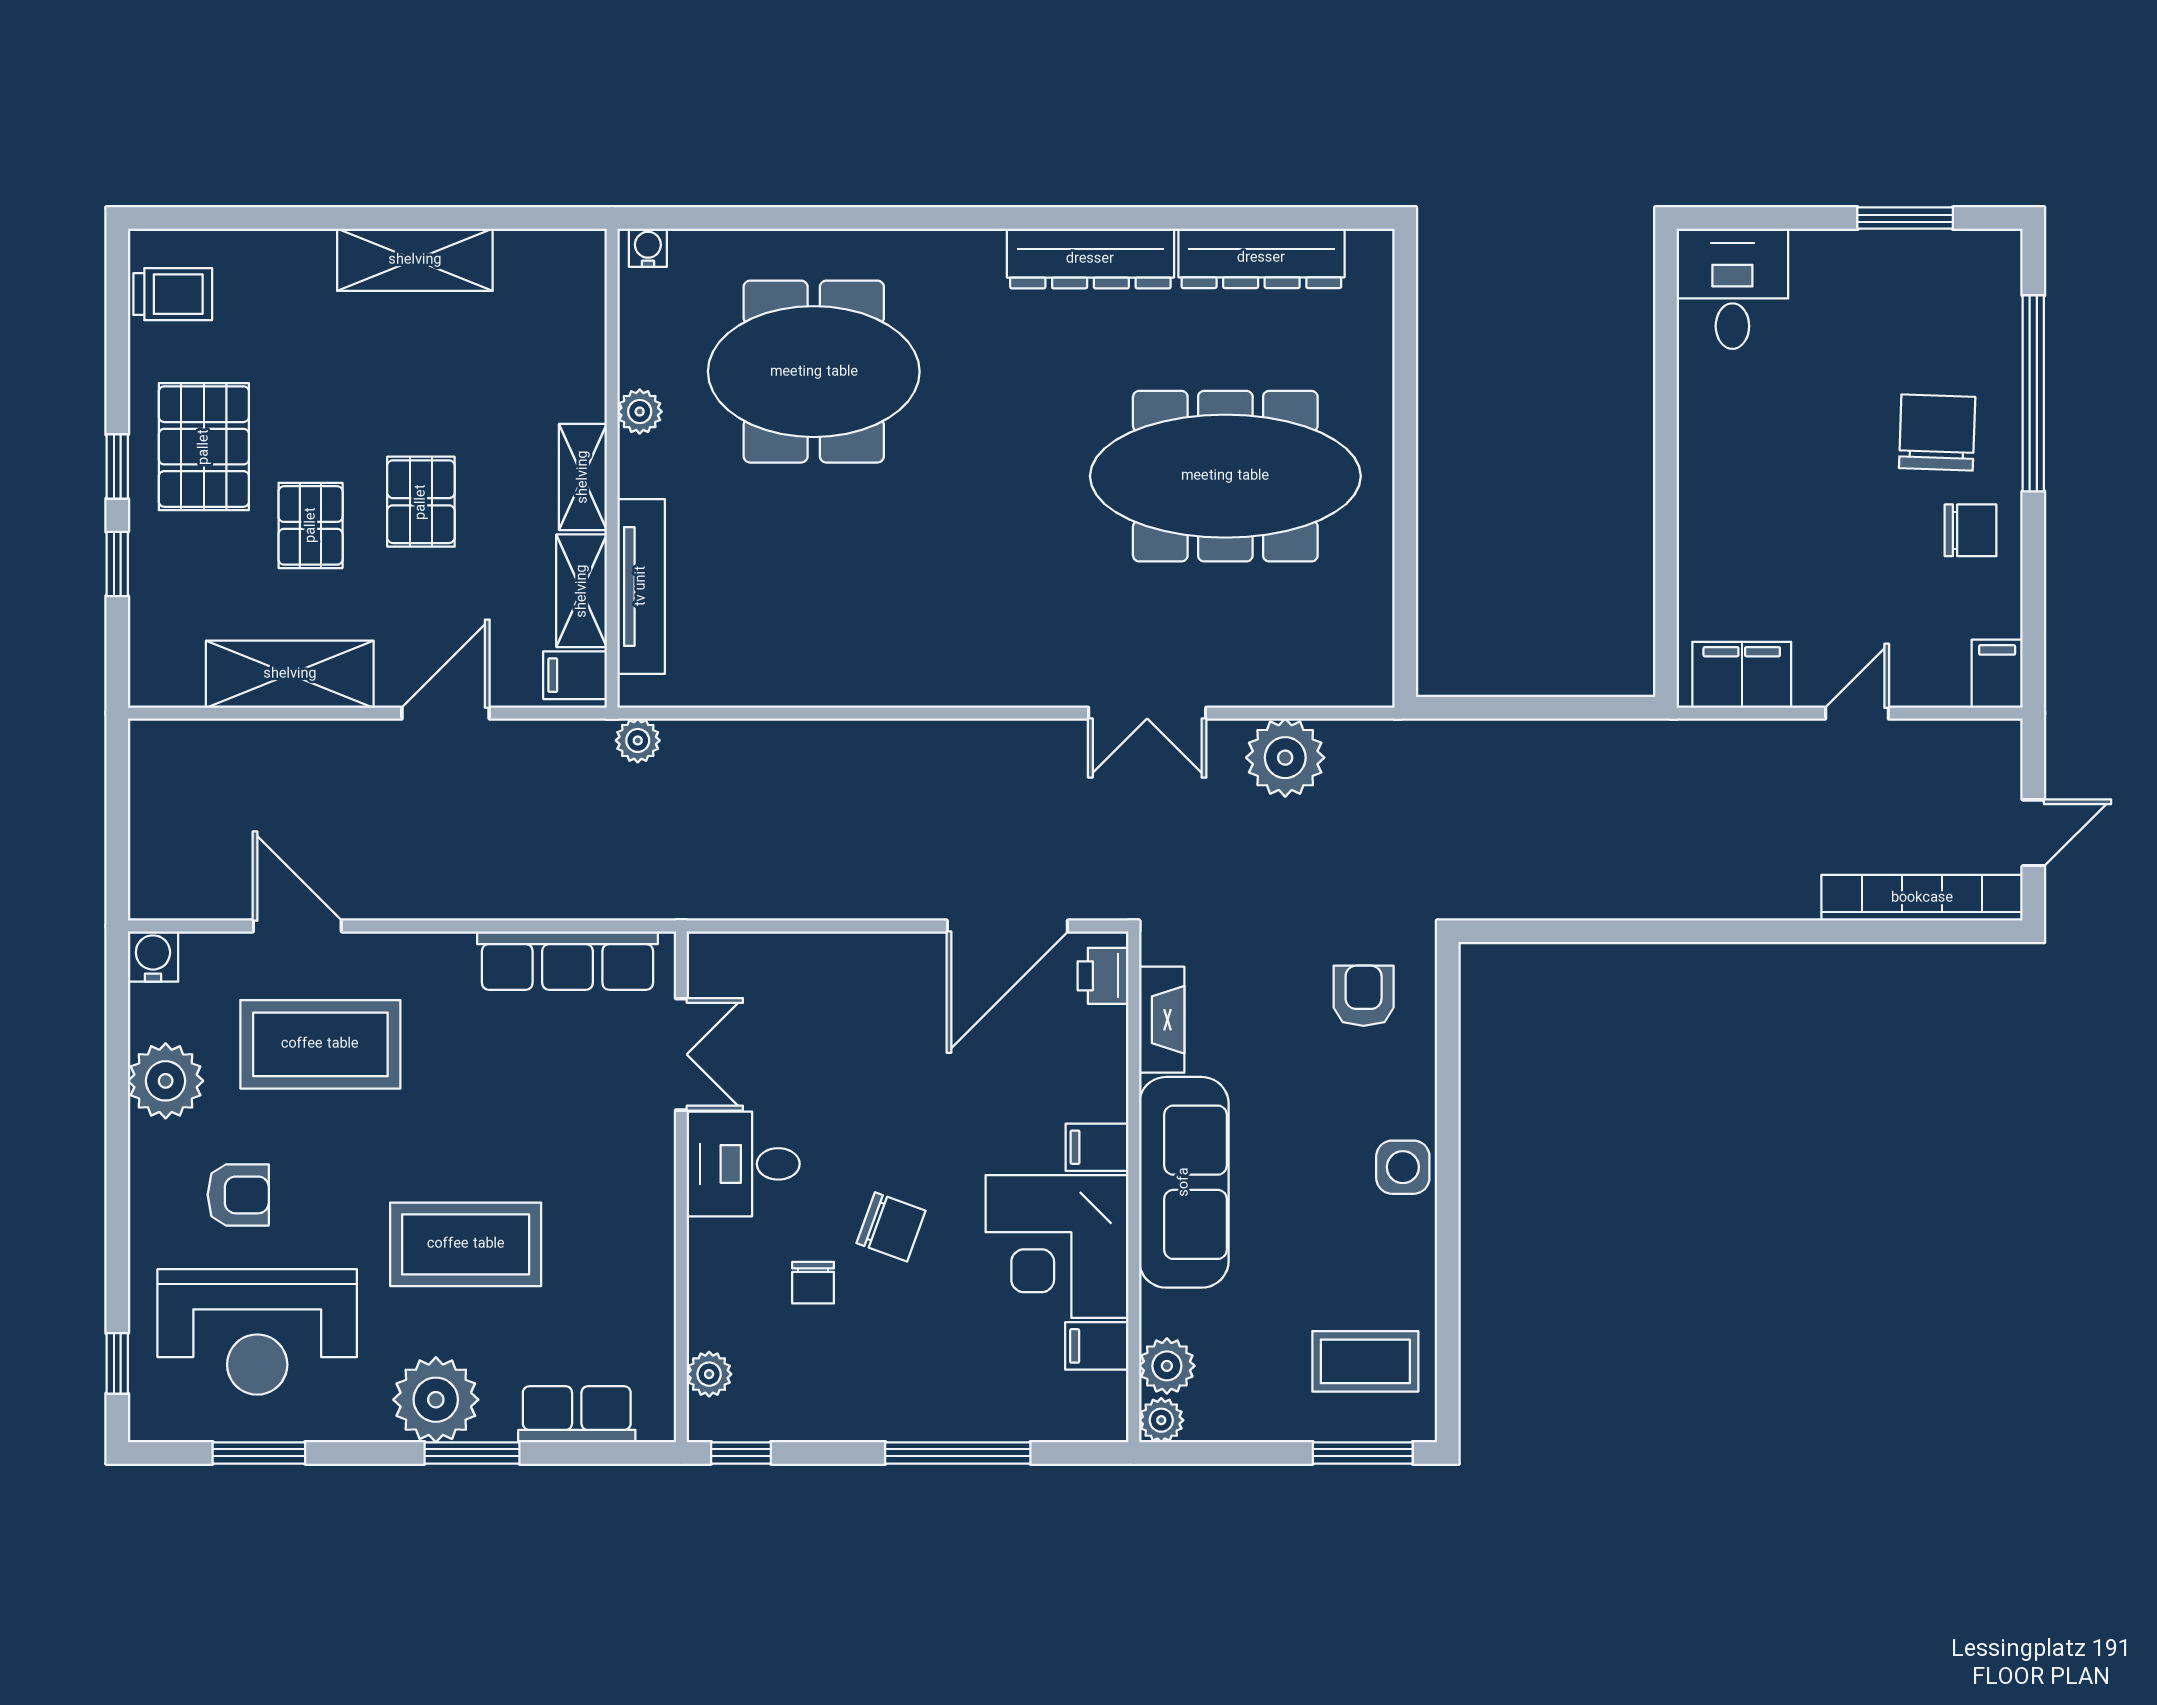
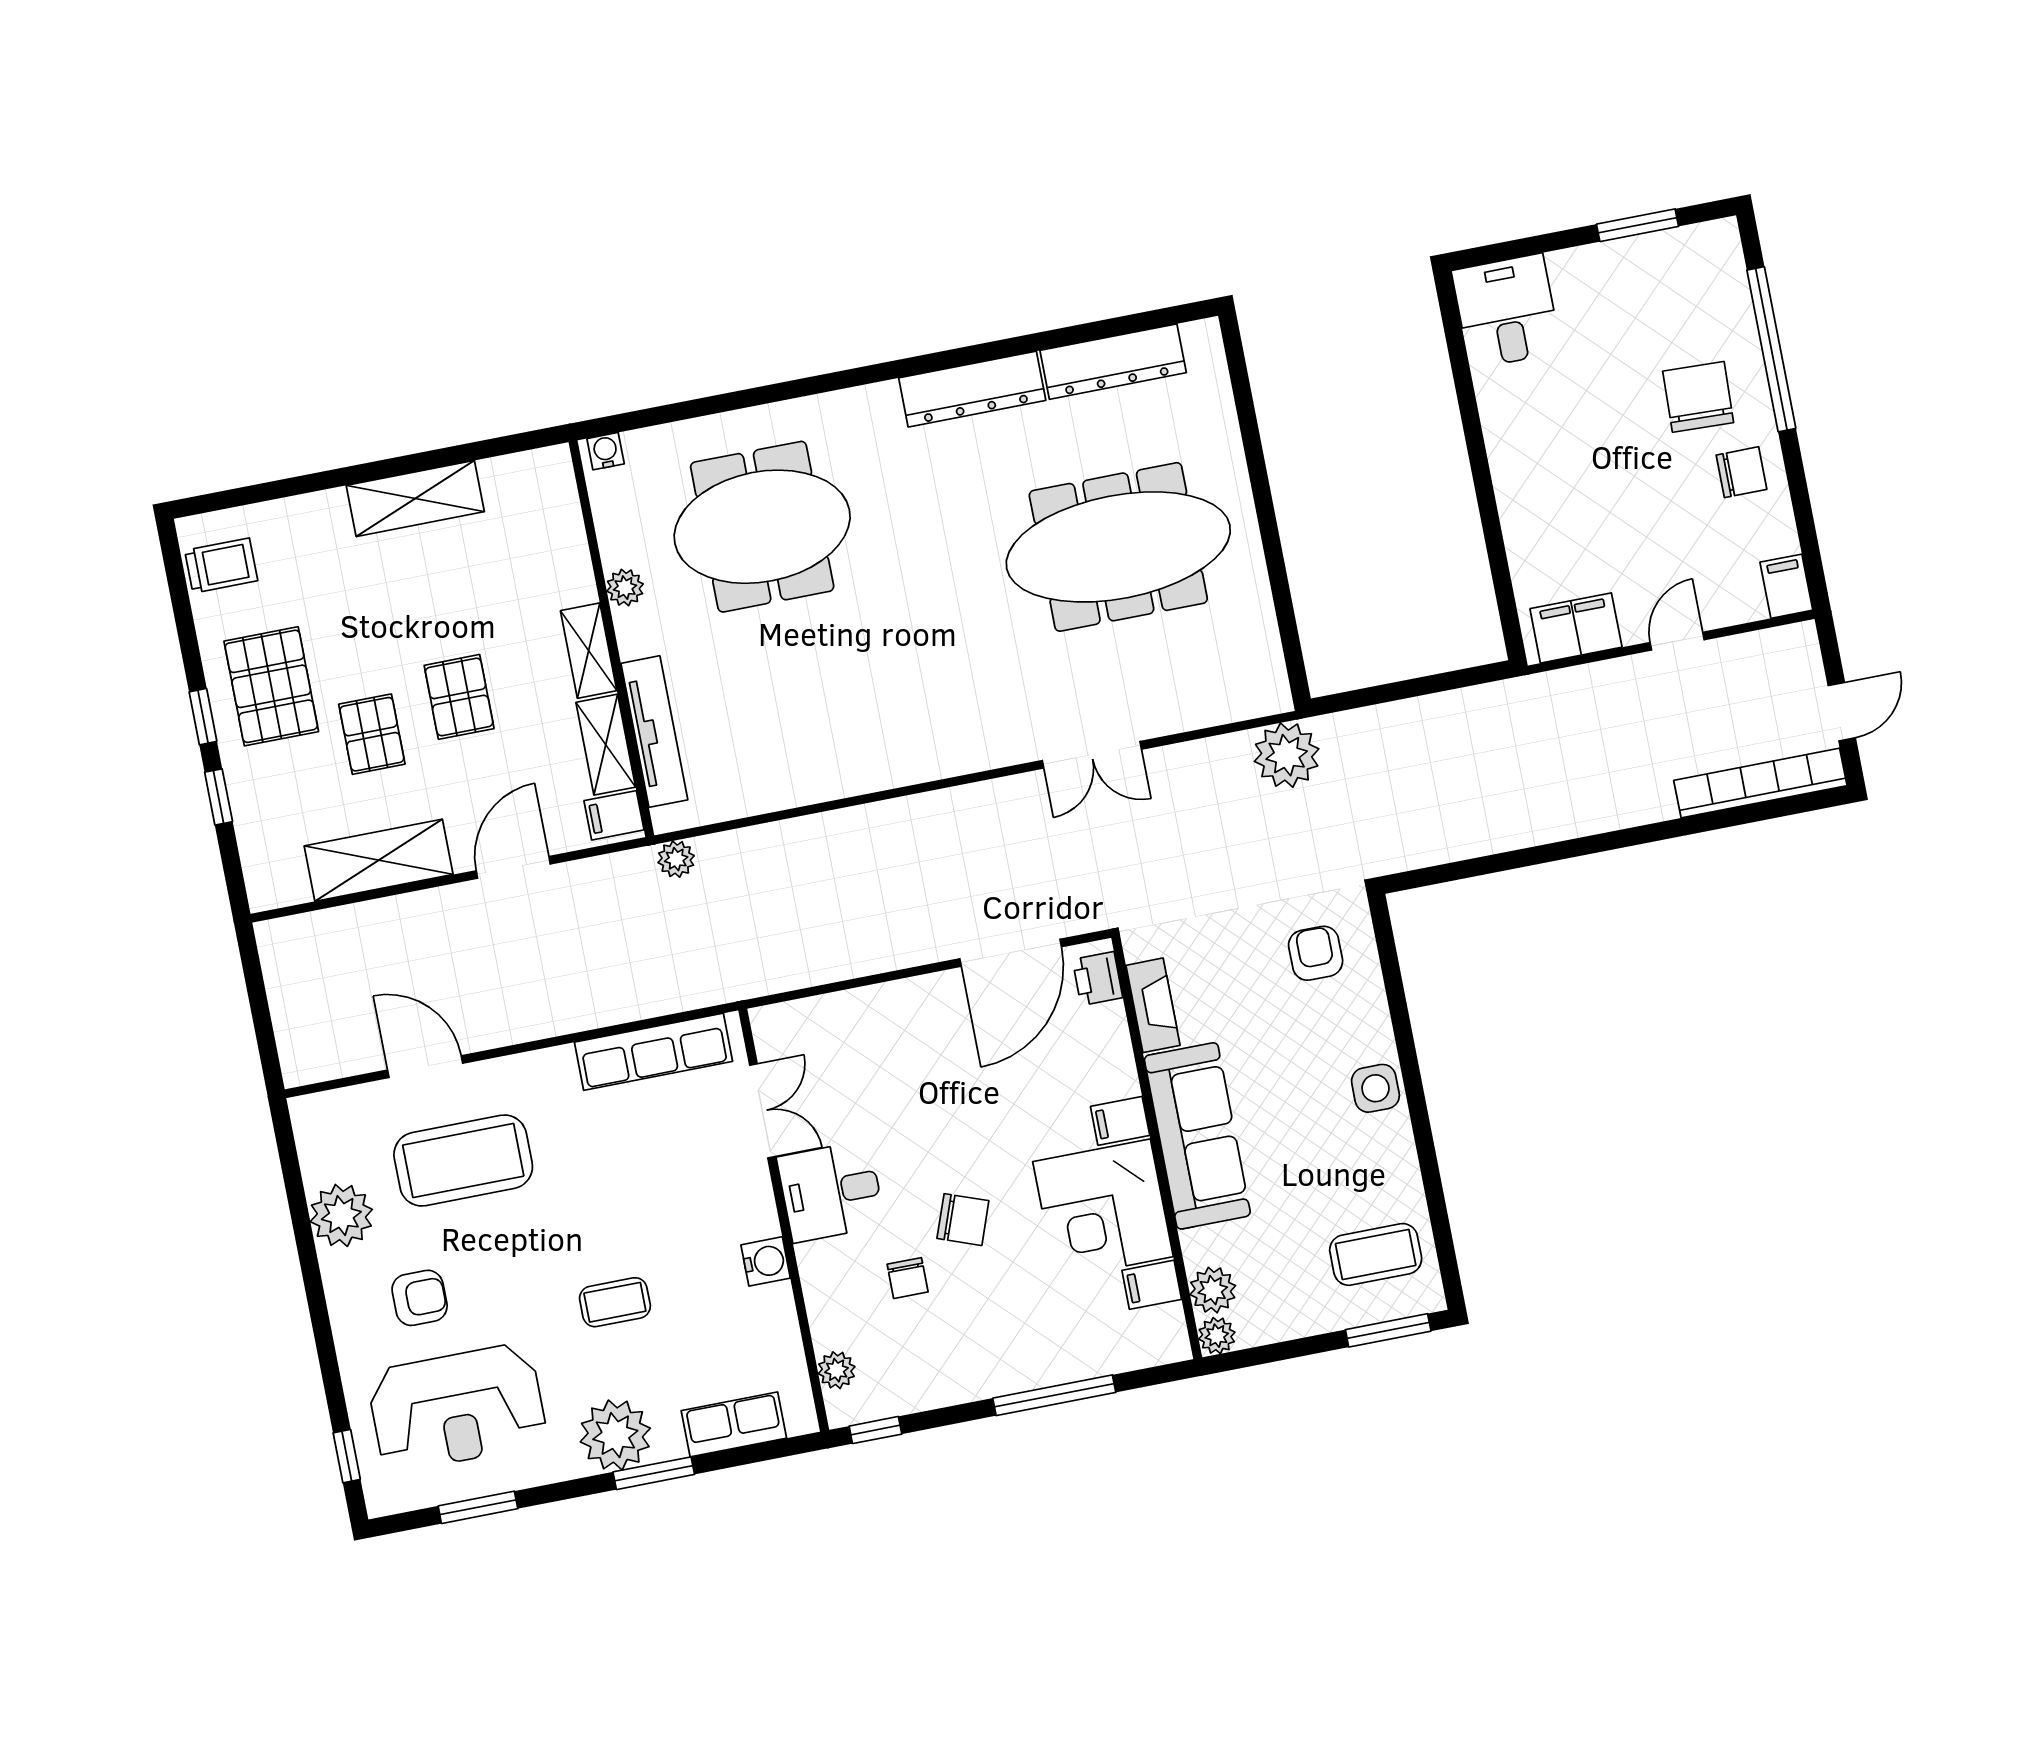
plant: (1285, 758) -> (1287, 755), moved
water cooler: (153, 956) -> (766, 1261), moved, turned 90
coffee table: (466, 1244) -> (615, 1302), width x0.54, depth x0.58

